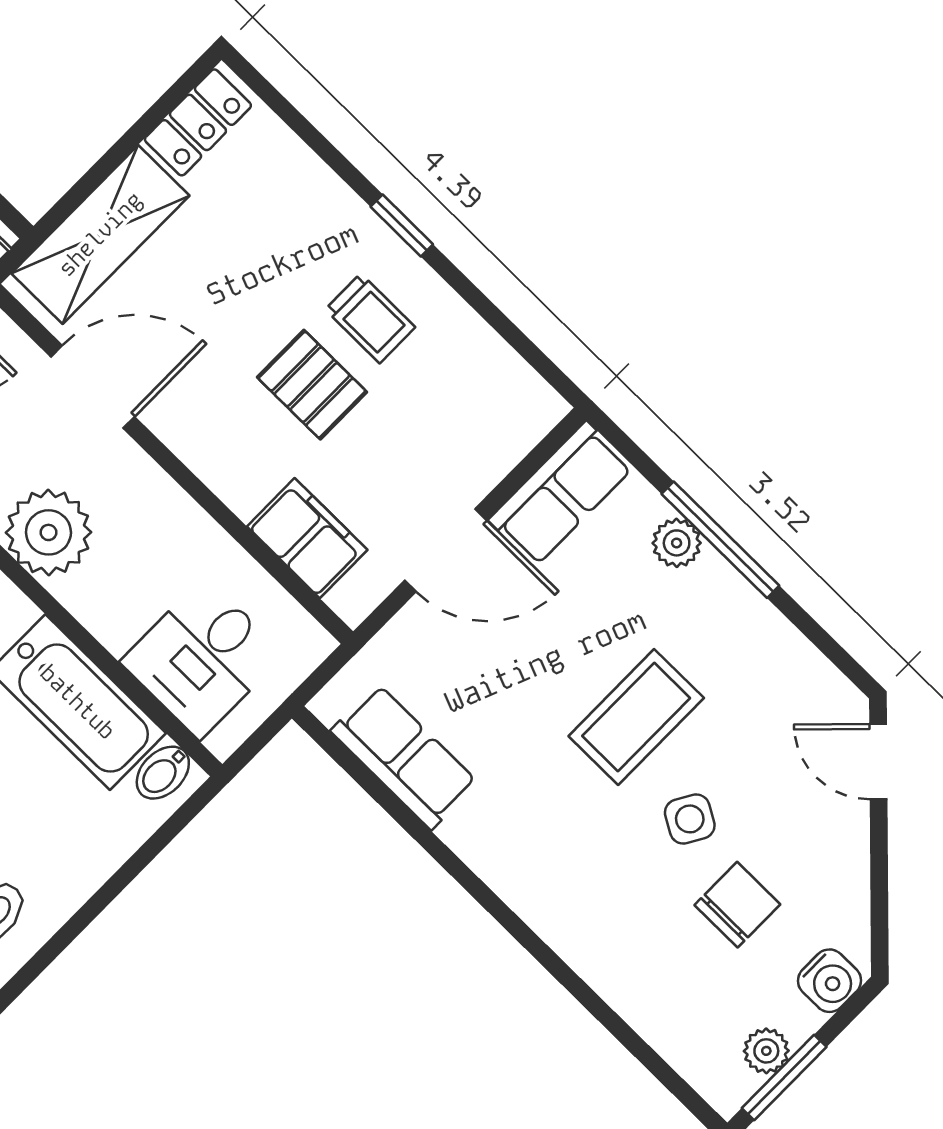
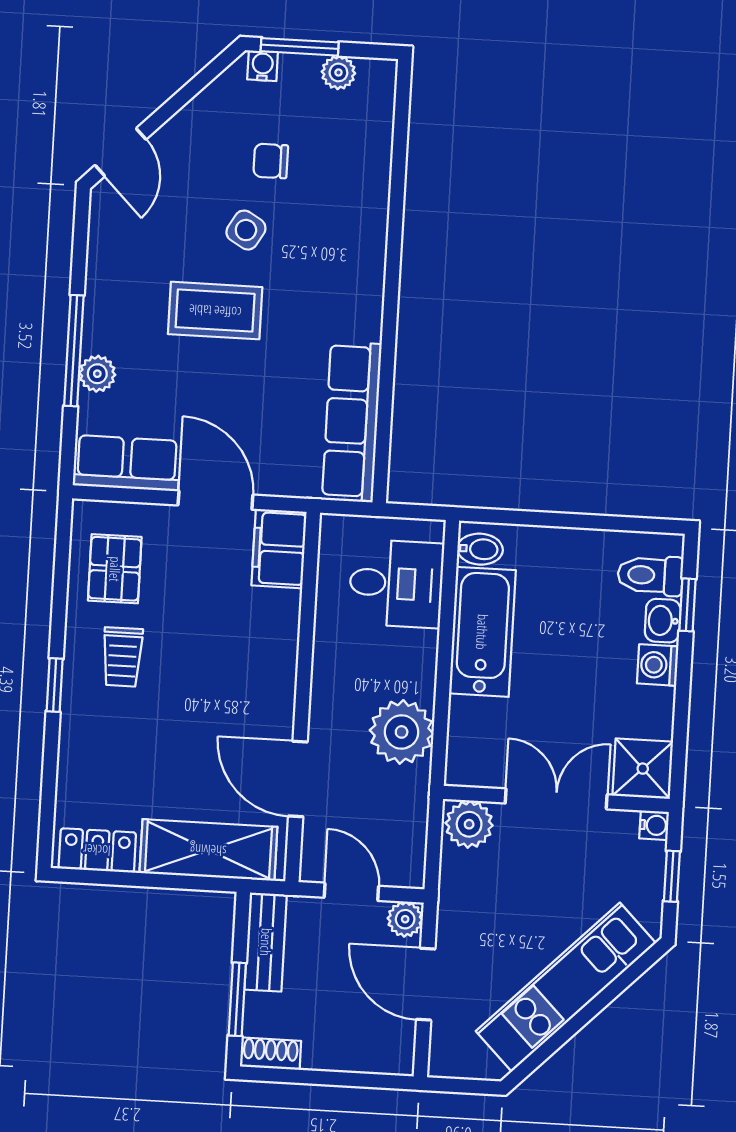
trolley: (370, 318) -> (122, 657), turned 180
pallet: (312, 385) -> (115, 569), moved
filing cabinet: (307, 538) -> (279, 549), moved
row of seats: (404, 757) -> (352, 421), width x1.48
chair: (737, 905) -> (271, 161), width x0.73, depth x0.73
water cooler: (830, 981) -> (263, 66), width x0.72, depth x0.72
window: (784, 1078) -> (300, 47), moved

